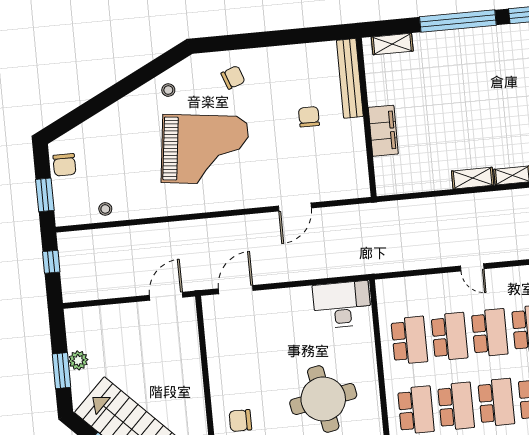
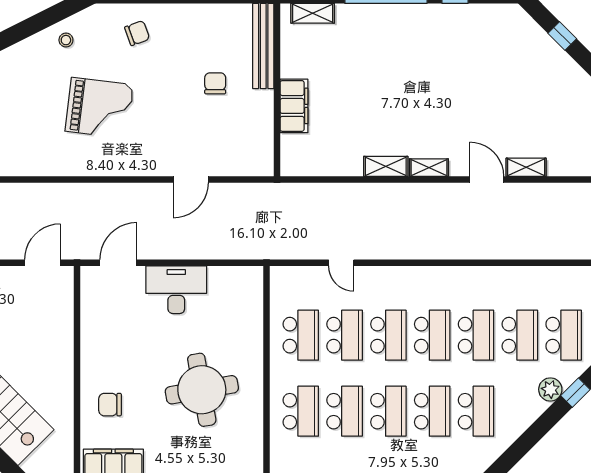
grand piano: (205, 149) -> (99, 108), width x0.73, depth x0.68
door: (472, 267) -> (341, 263), moved
desk: (342, 305) -> (176, 290), moved

